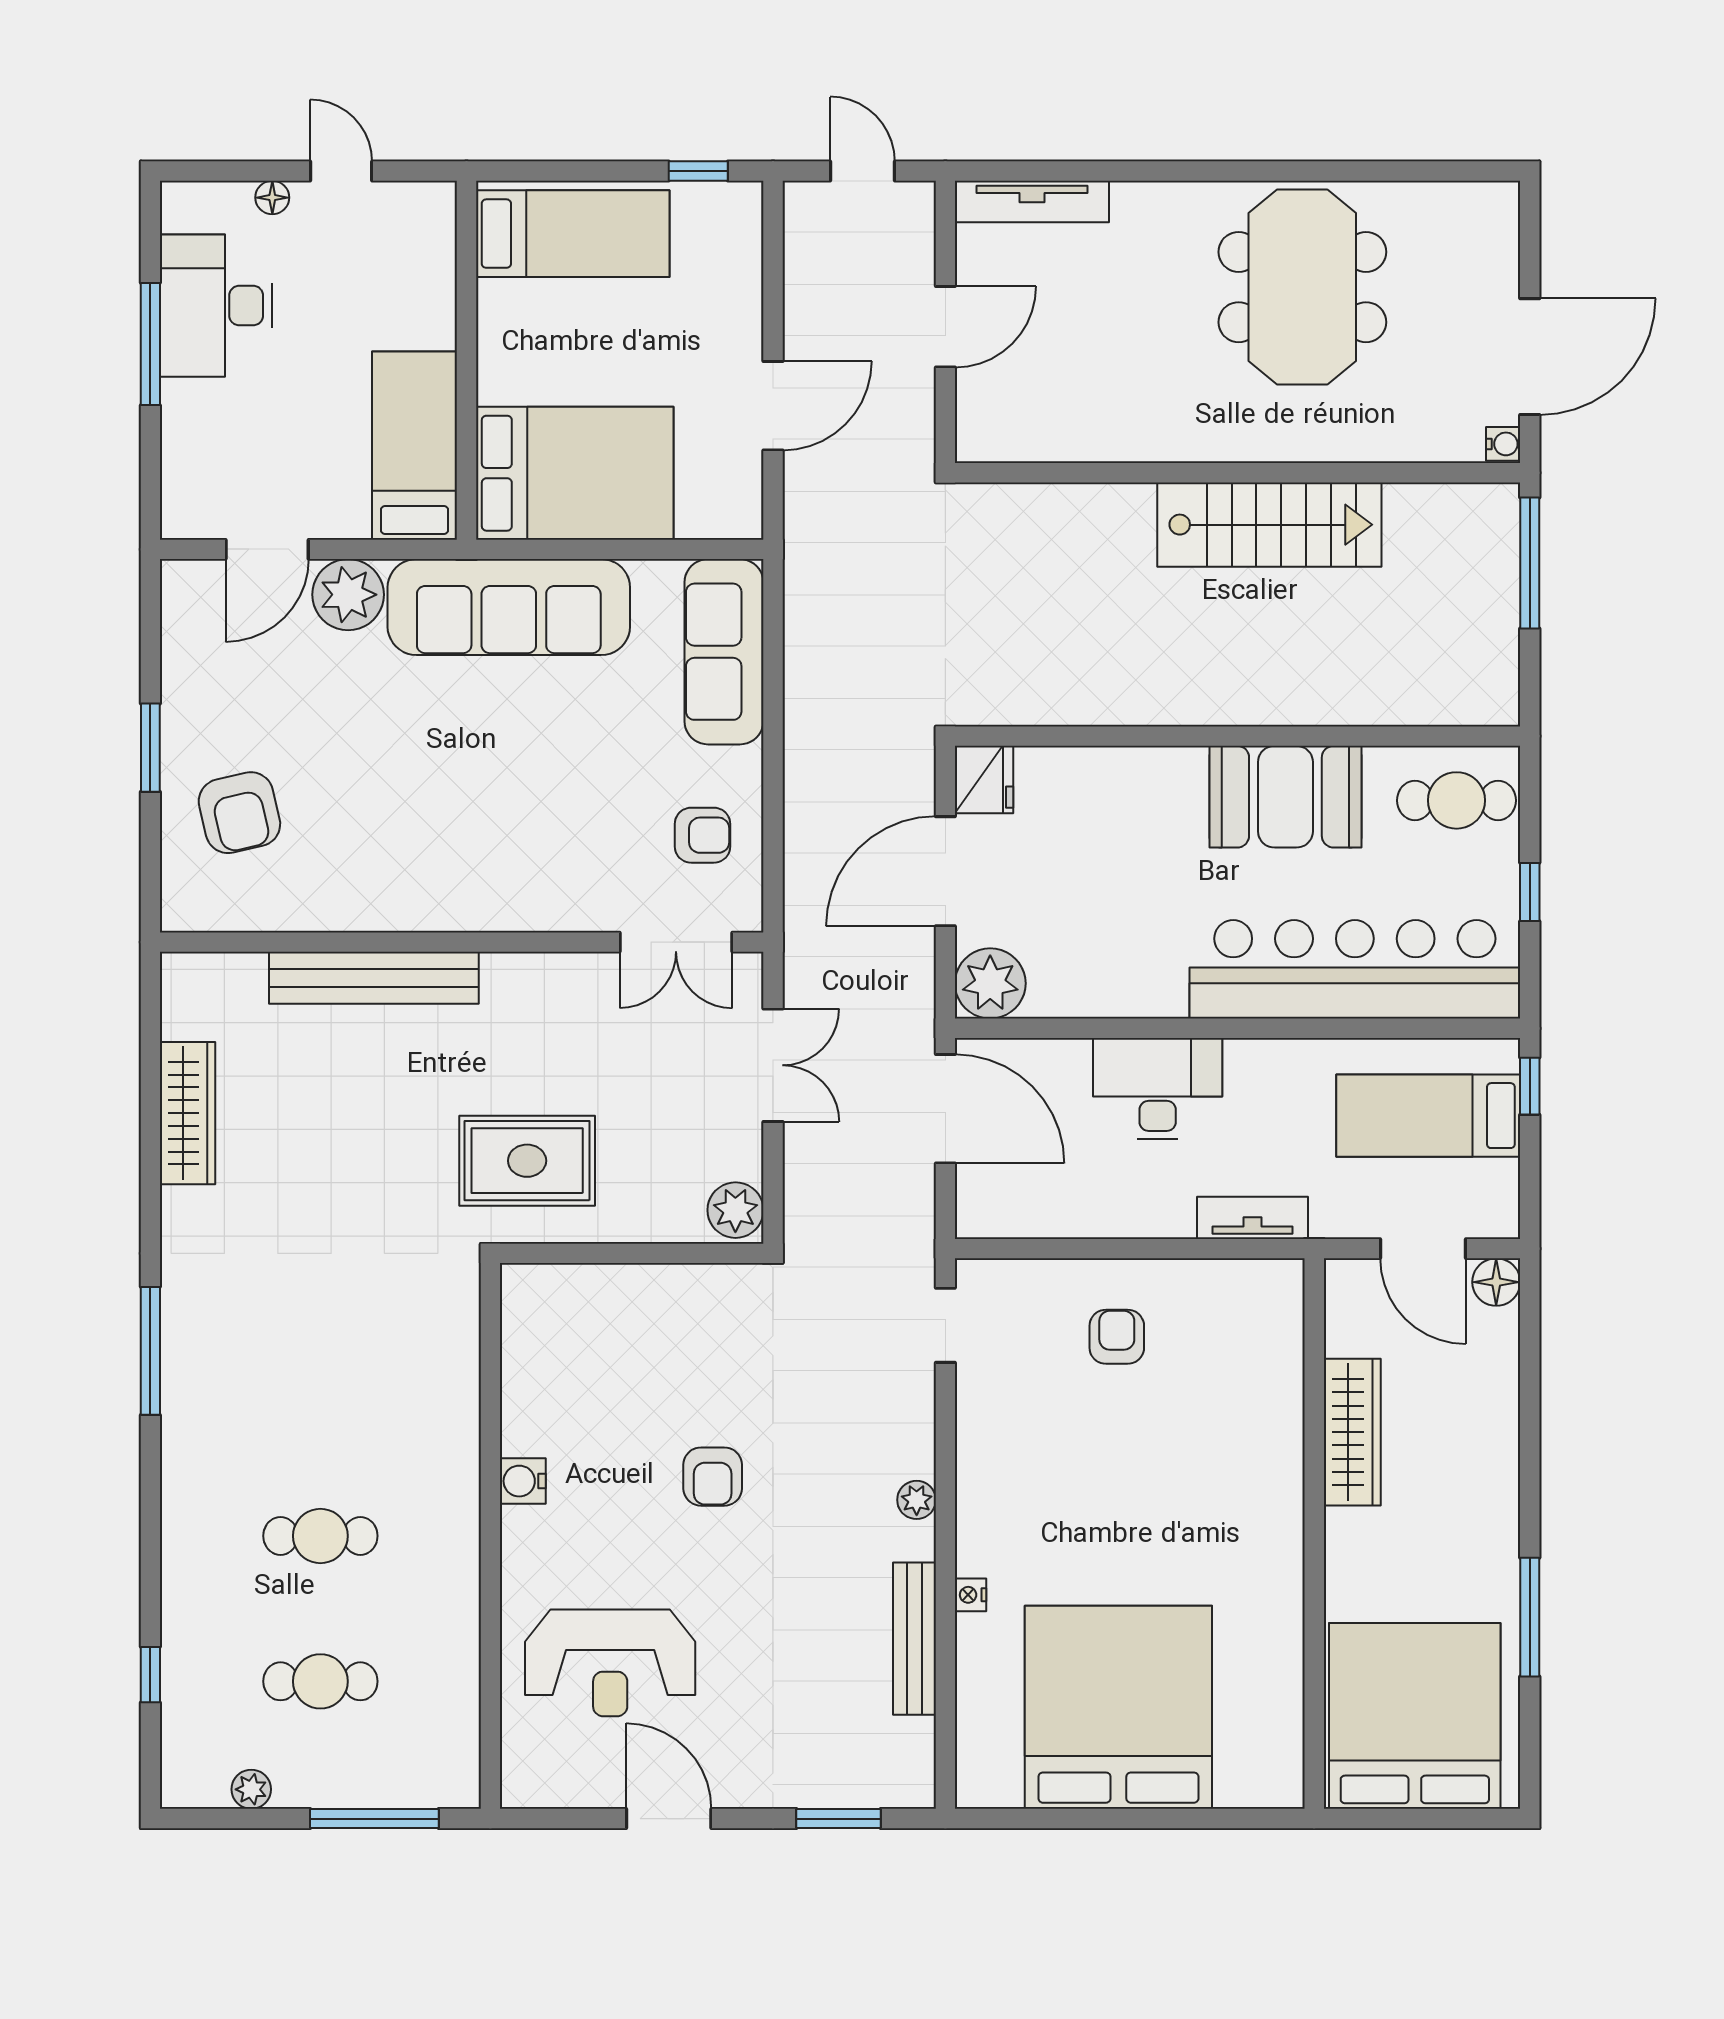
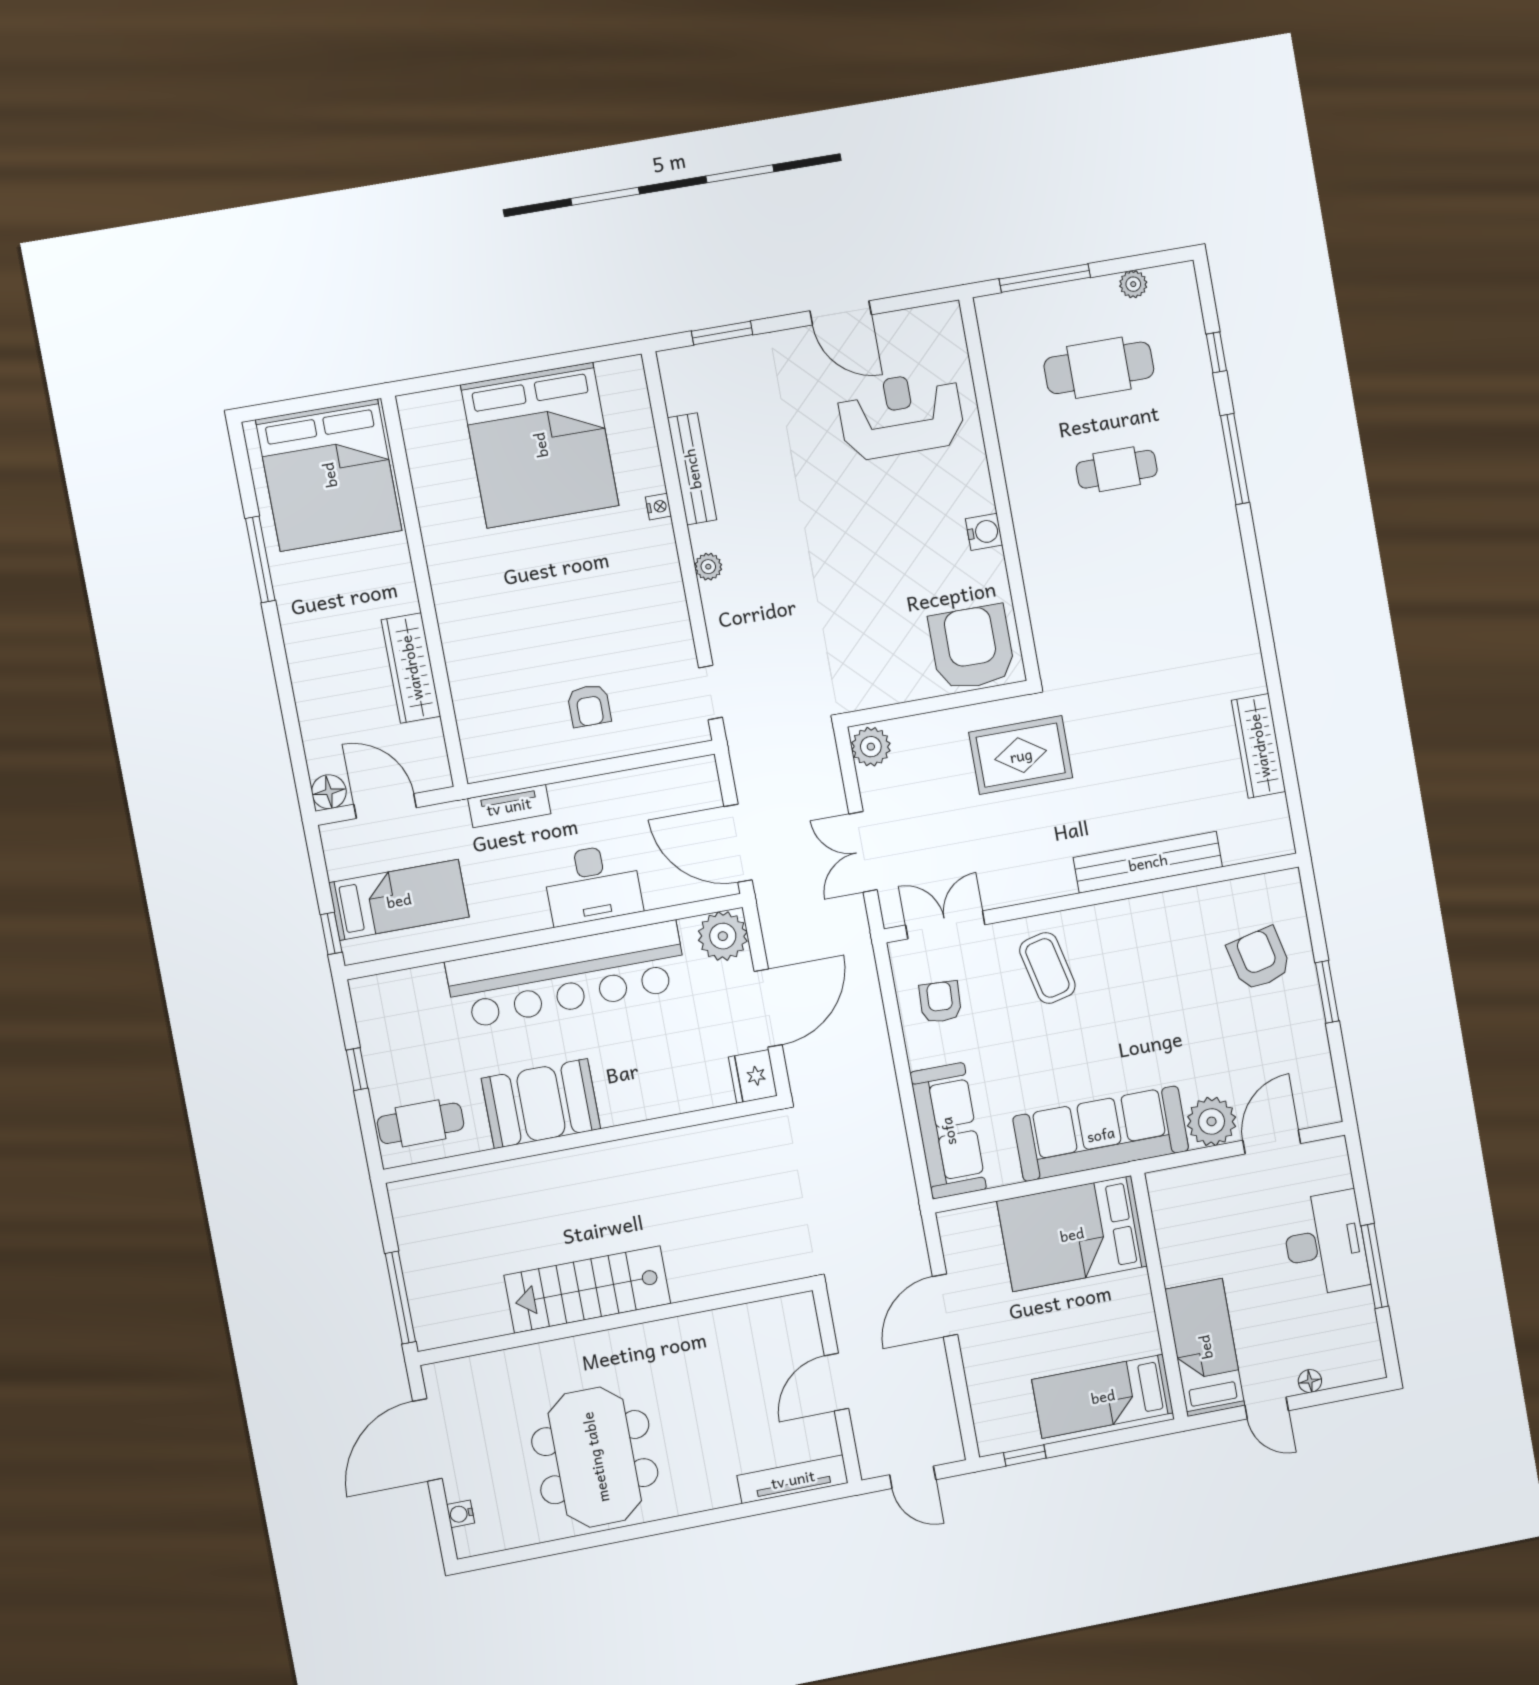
desk: (216, 306) -> (1325, 1244), moved
water cooler: (1503, 444) -> (461, 1514), moved
bed: (414, 446) -> (1205, 1347), moved, turned 180
armchair: (702, 835) -> (940, 1002), turned 93
coffee table: (543, 855) -> (1047, 968), added
bar counter: (1355, 969) -> (567, 975), moved
window: (150, 1351) -> (1235, 459), moved
armchair: (713, 1477) -> (972, 648), moved, width x1.88, depth x1.88
cafe table: (320, 1681) -> (1099, 368), width x1.37, depth x1.35

